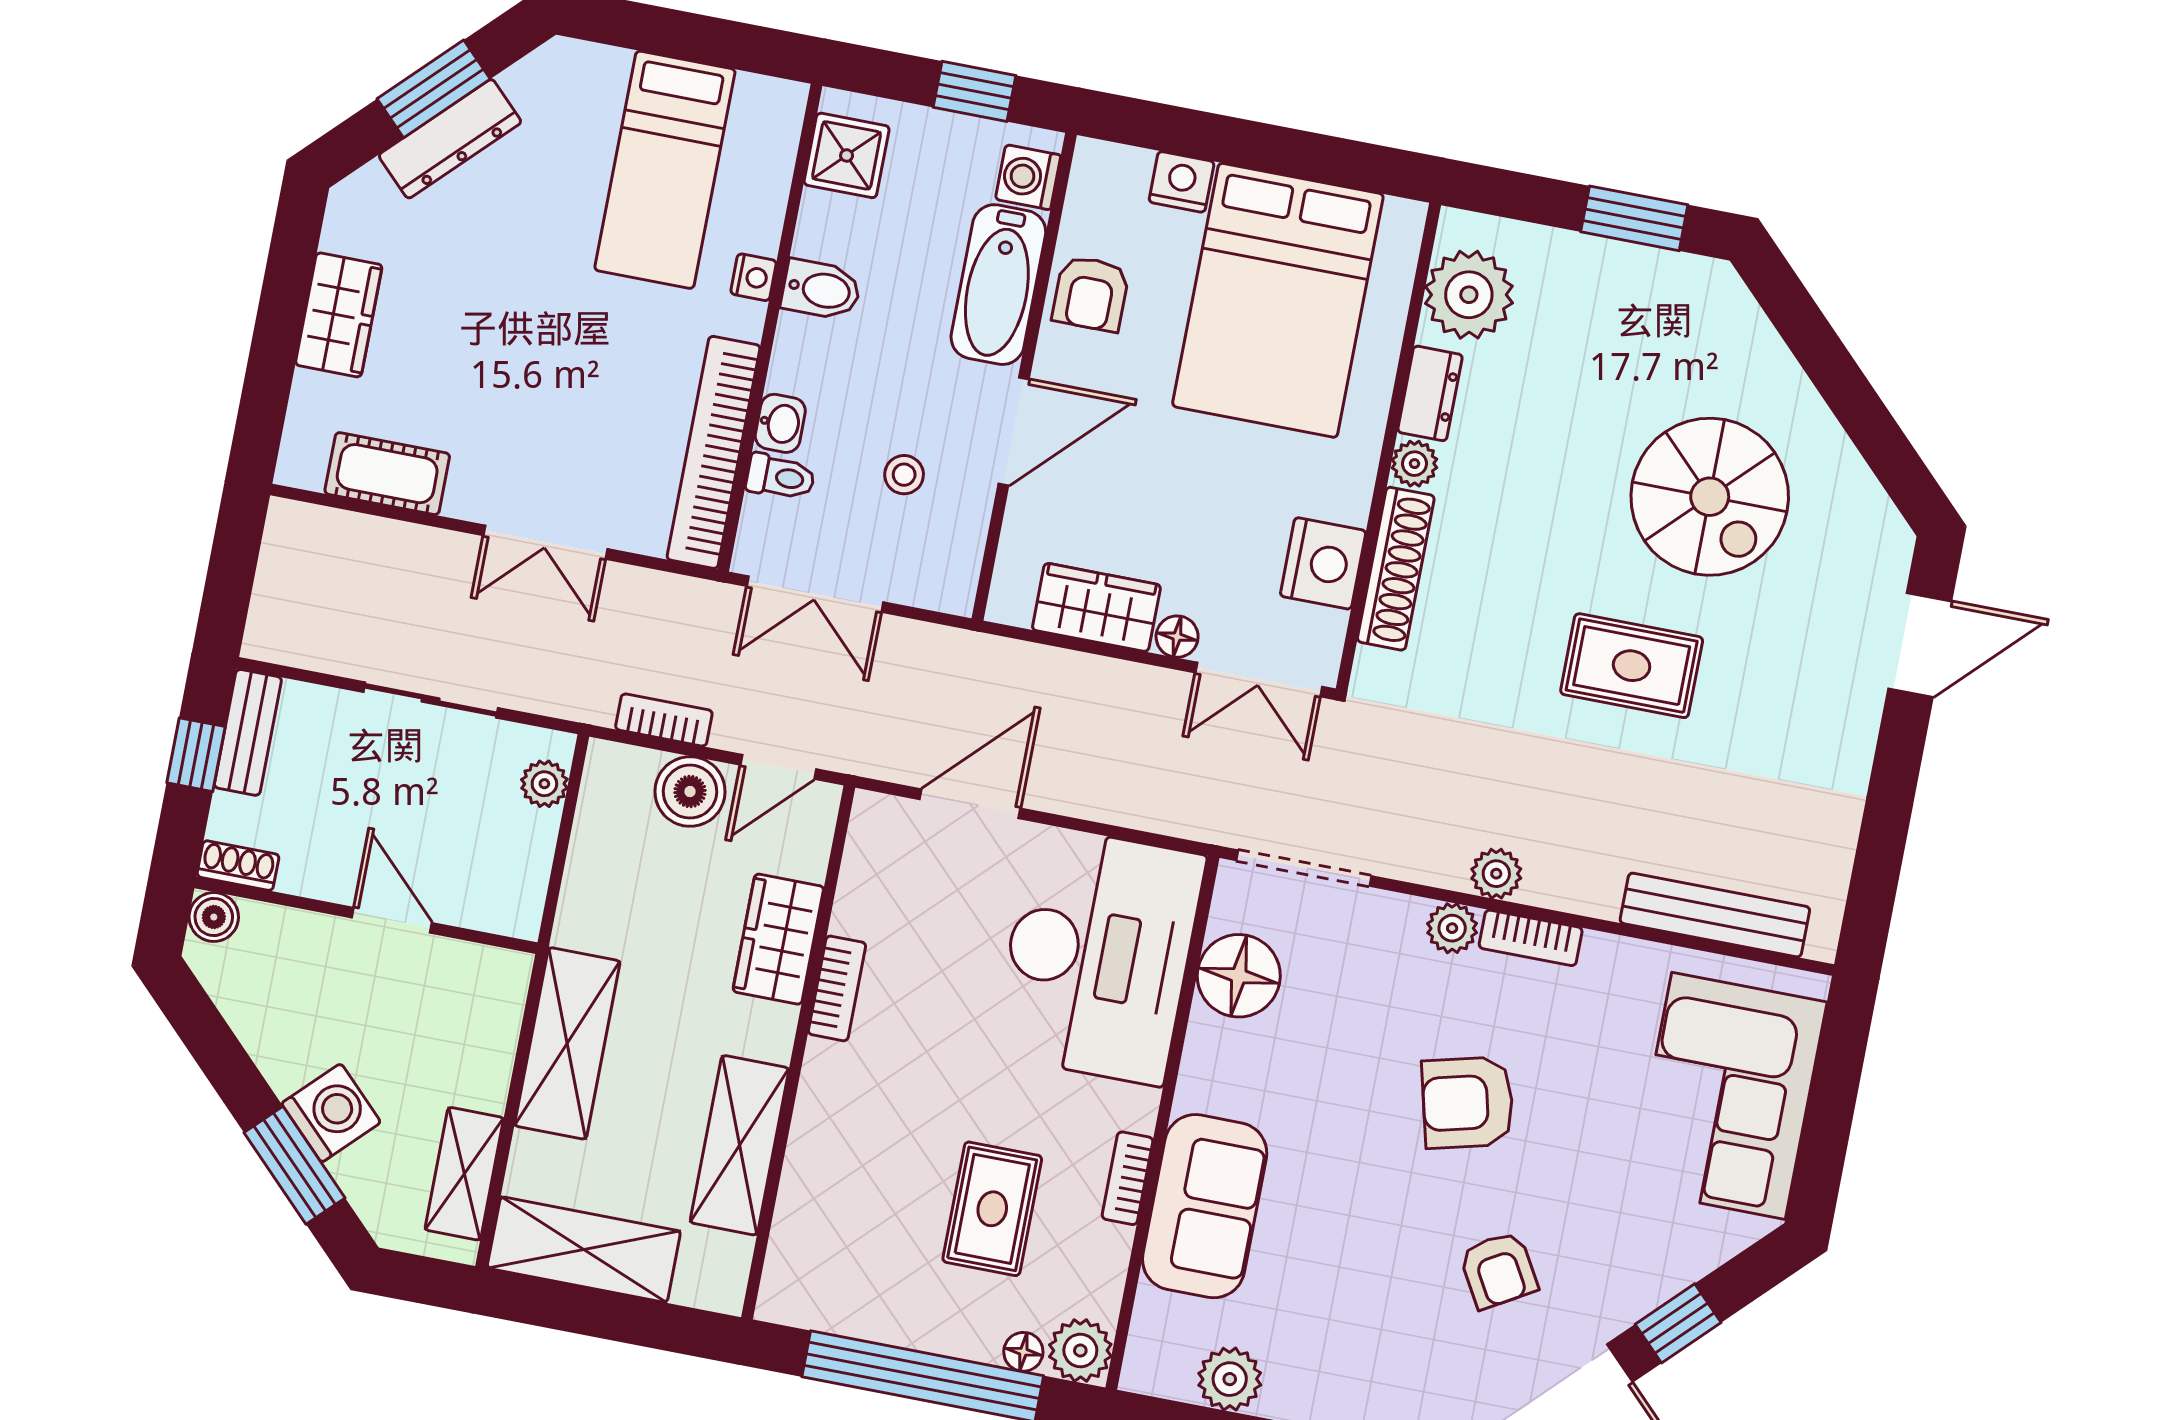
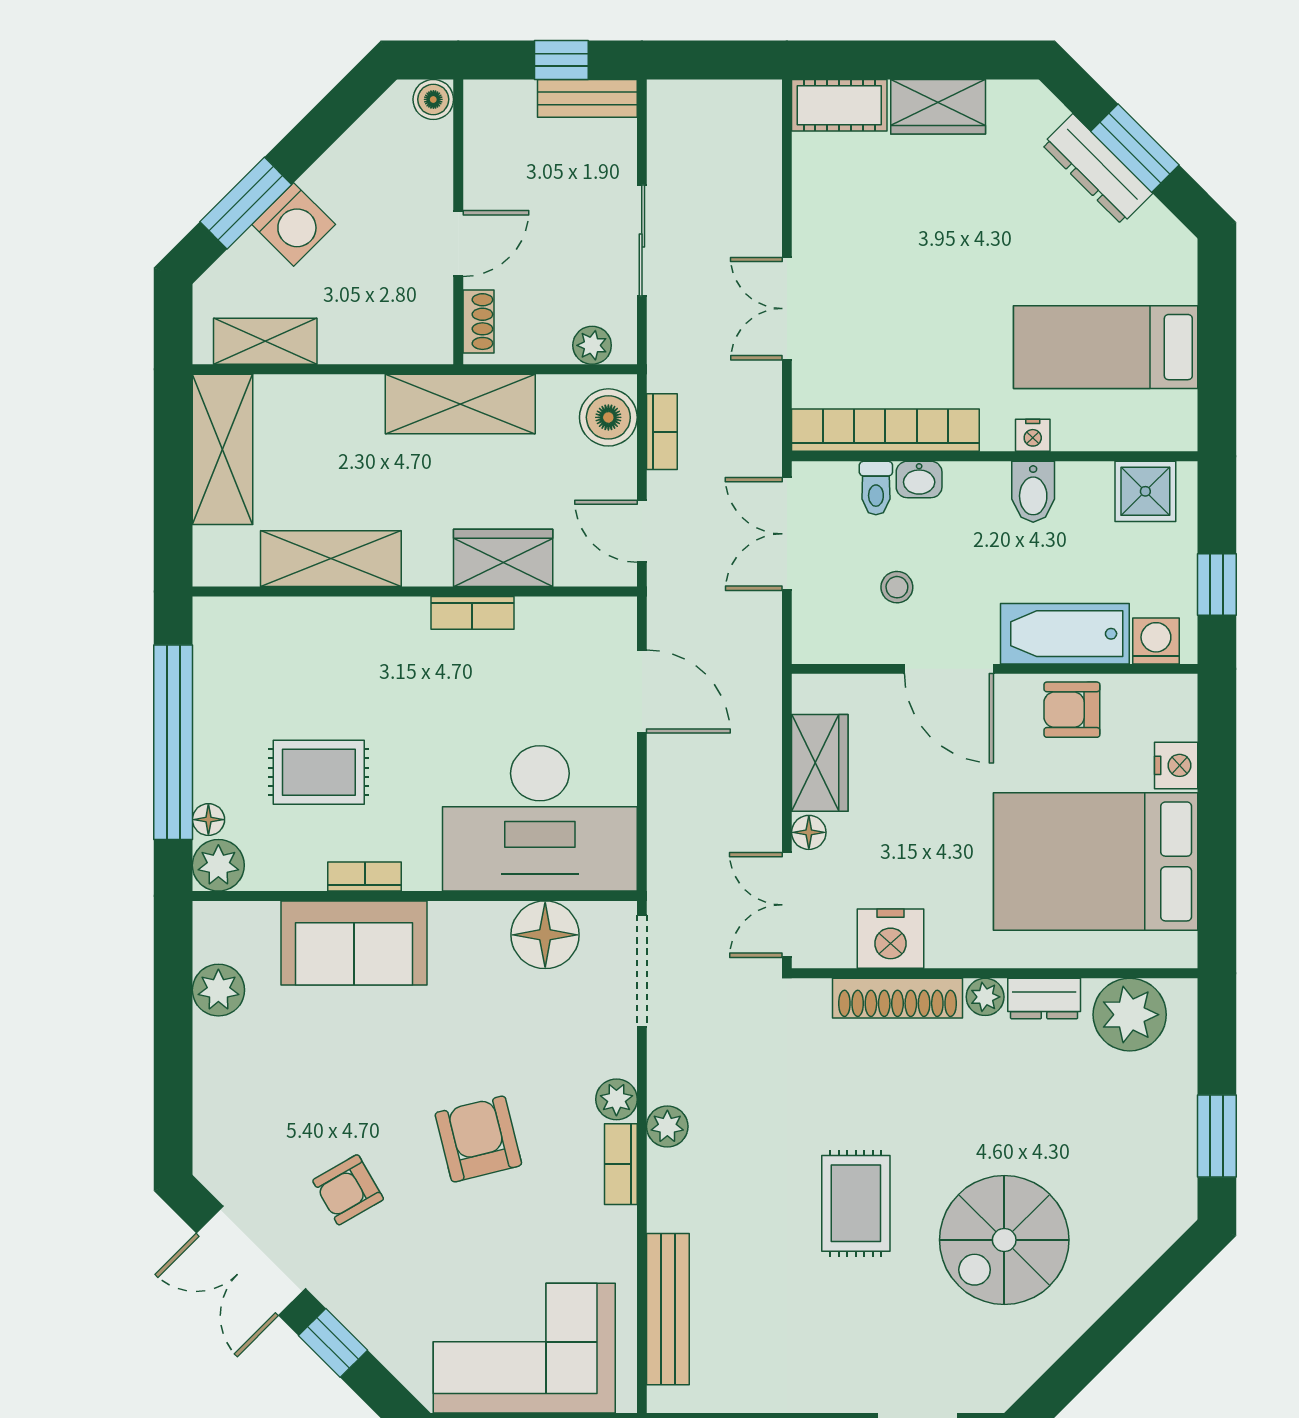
cot: (387, 474) -> (839, 105), moved, turned 90
boiler: (690, 792) -> (608, 417), moved
shoe rack: (238, 866) -> (478, 322), moved
shelving: (567, 1043) -> (460, 404), moved

